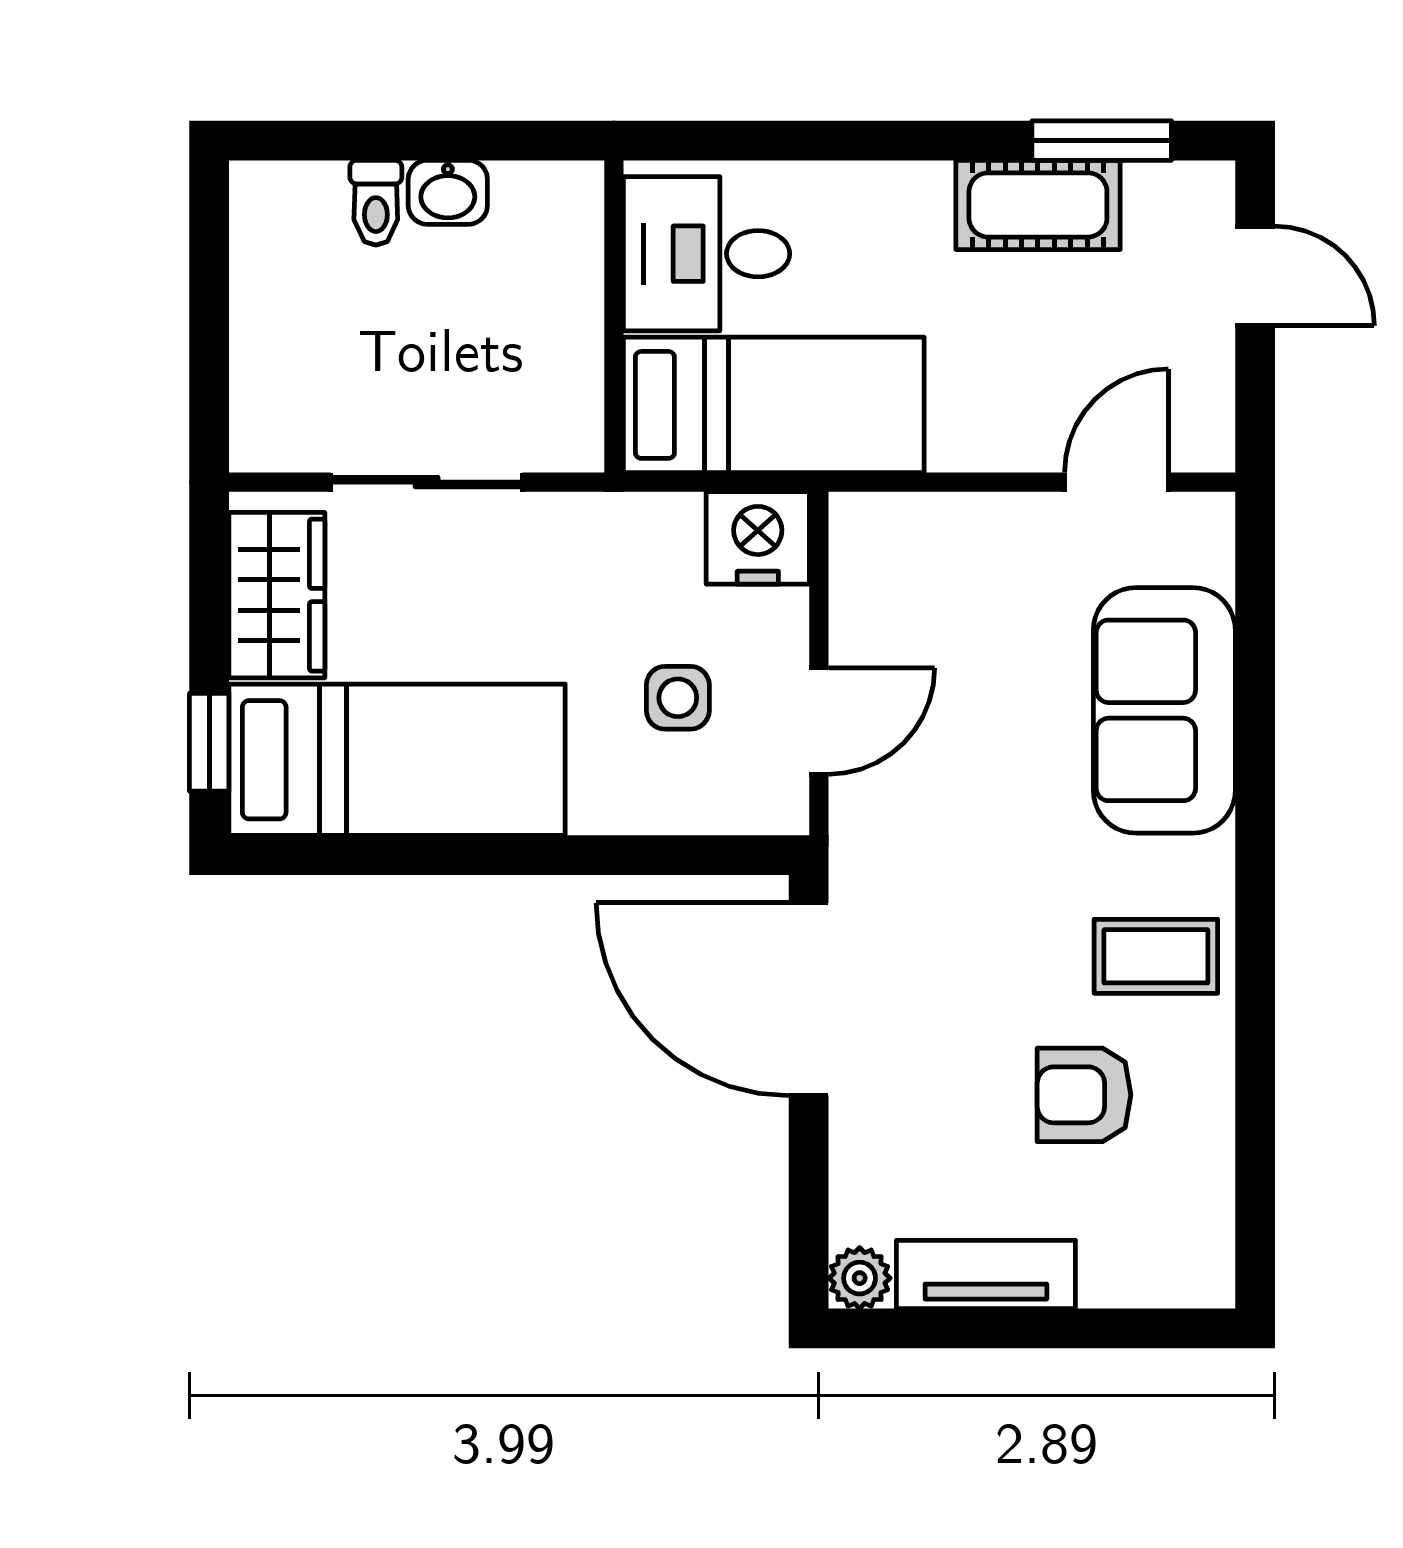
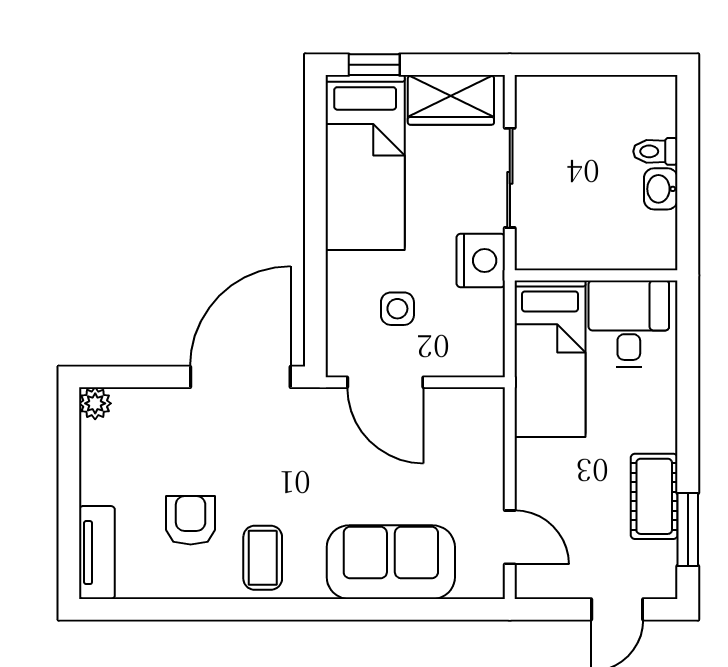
nightstand: (758, 538) -> (481, 261), moved
door: (819, 721) -> (385, 382), width x1.38
tv unit: (986, 1275) -> (97, 553), moved

